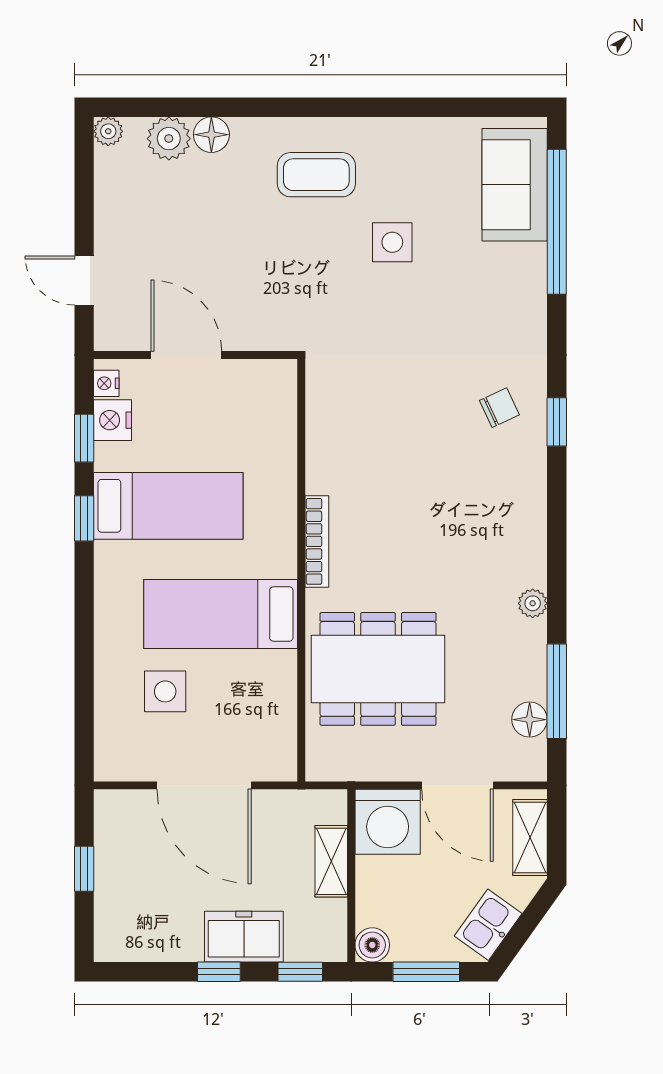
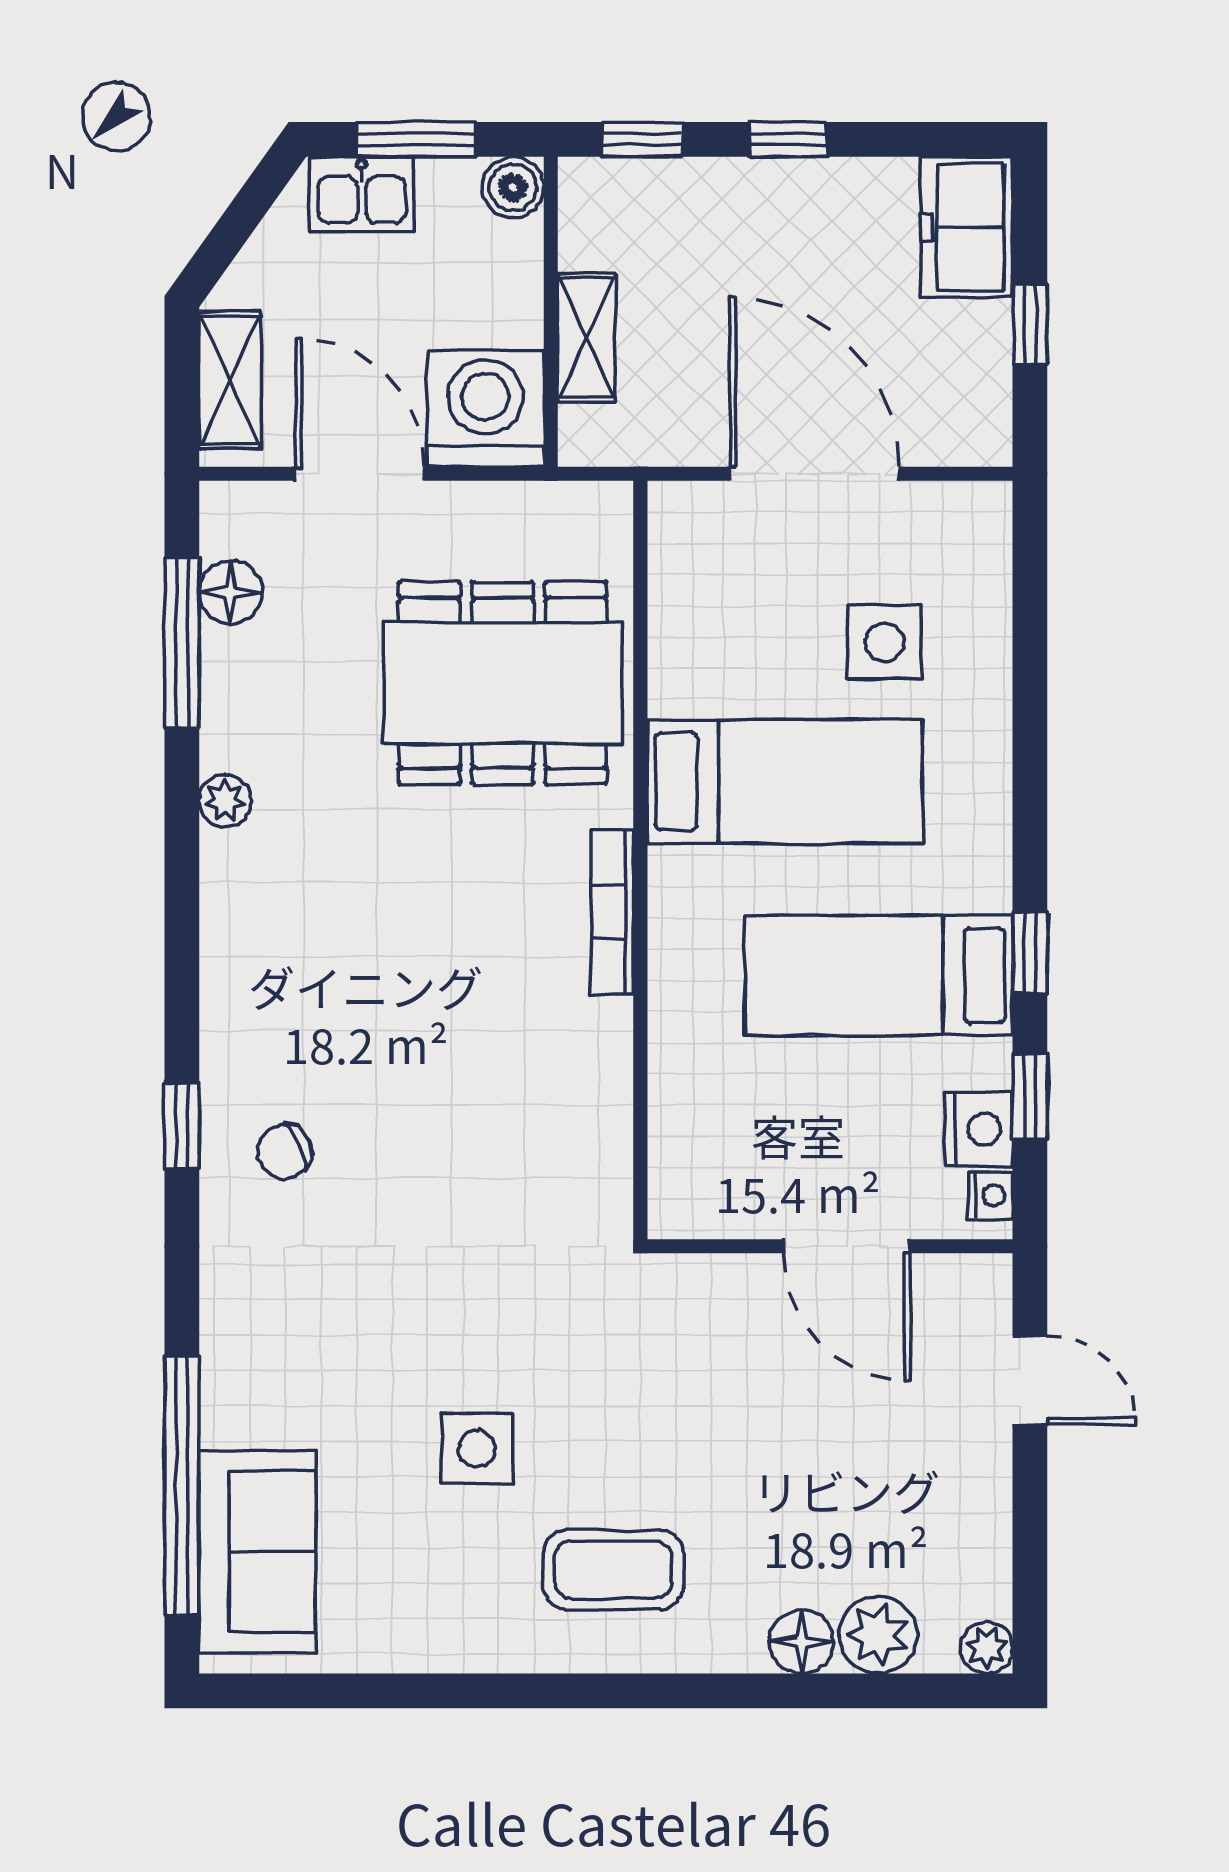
kitchen sink: (488, 925) -> (362, 194), moved, turned 55
freezer: (244, 937) -> (967, 227), moved, turned 90

